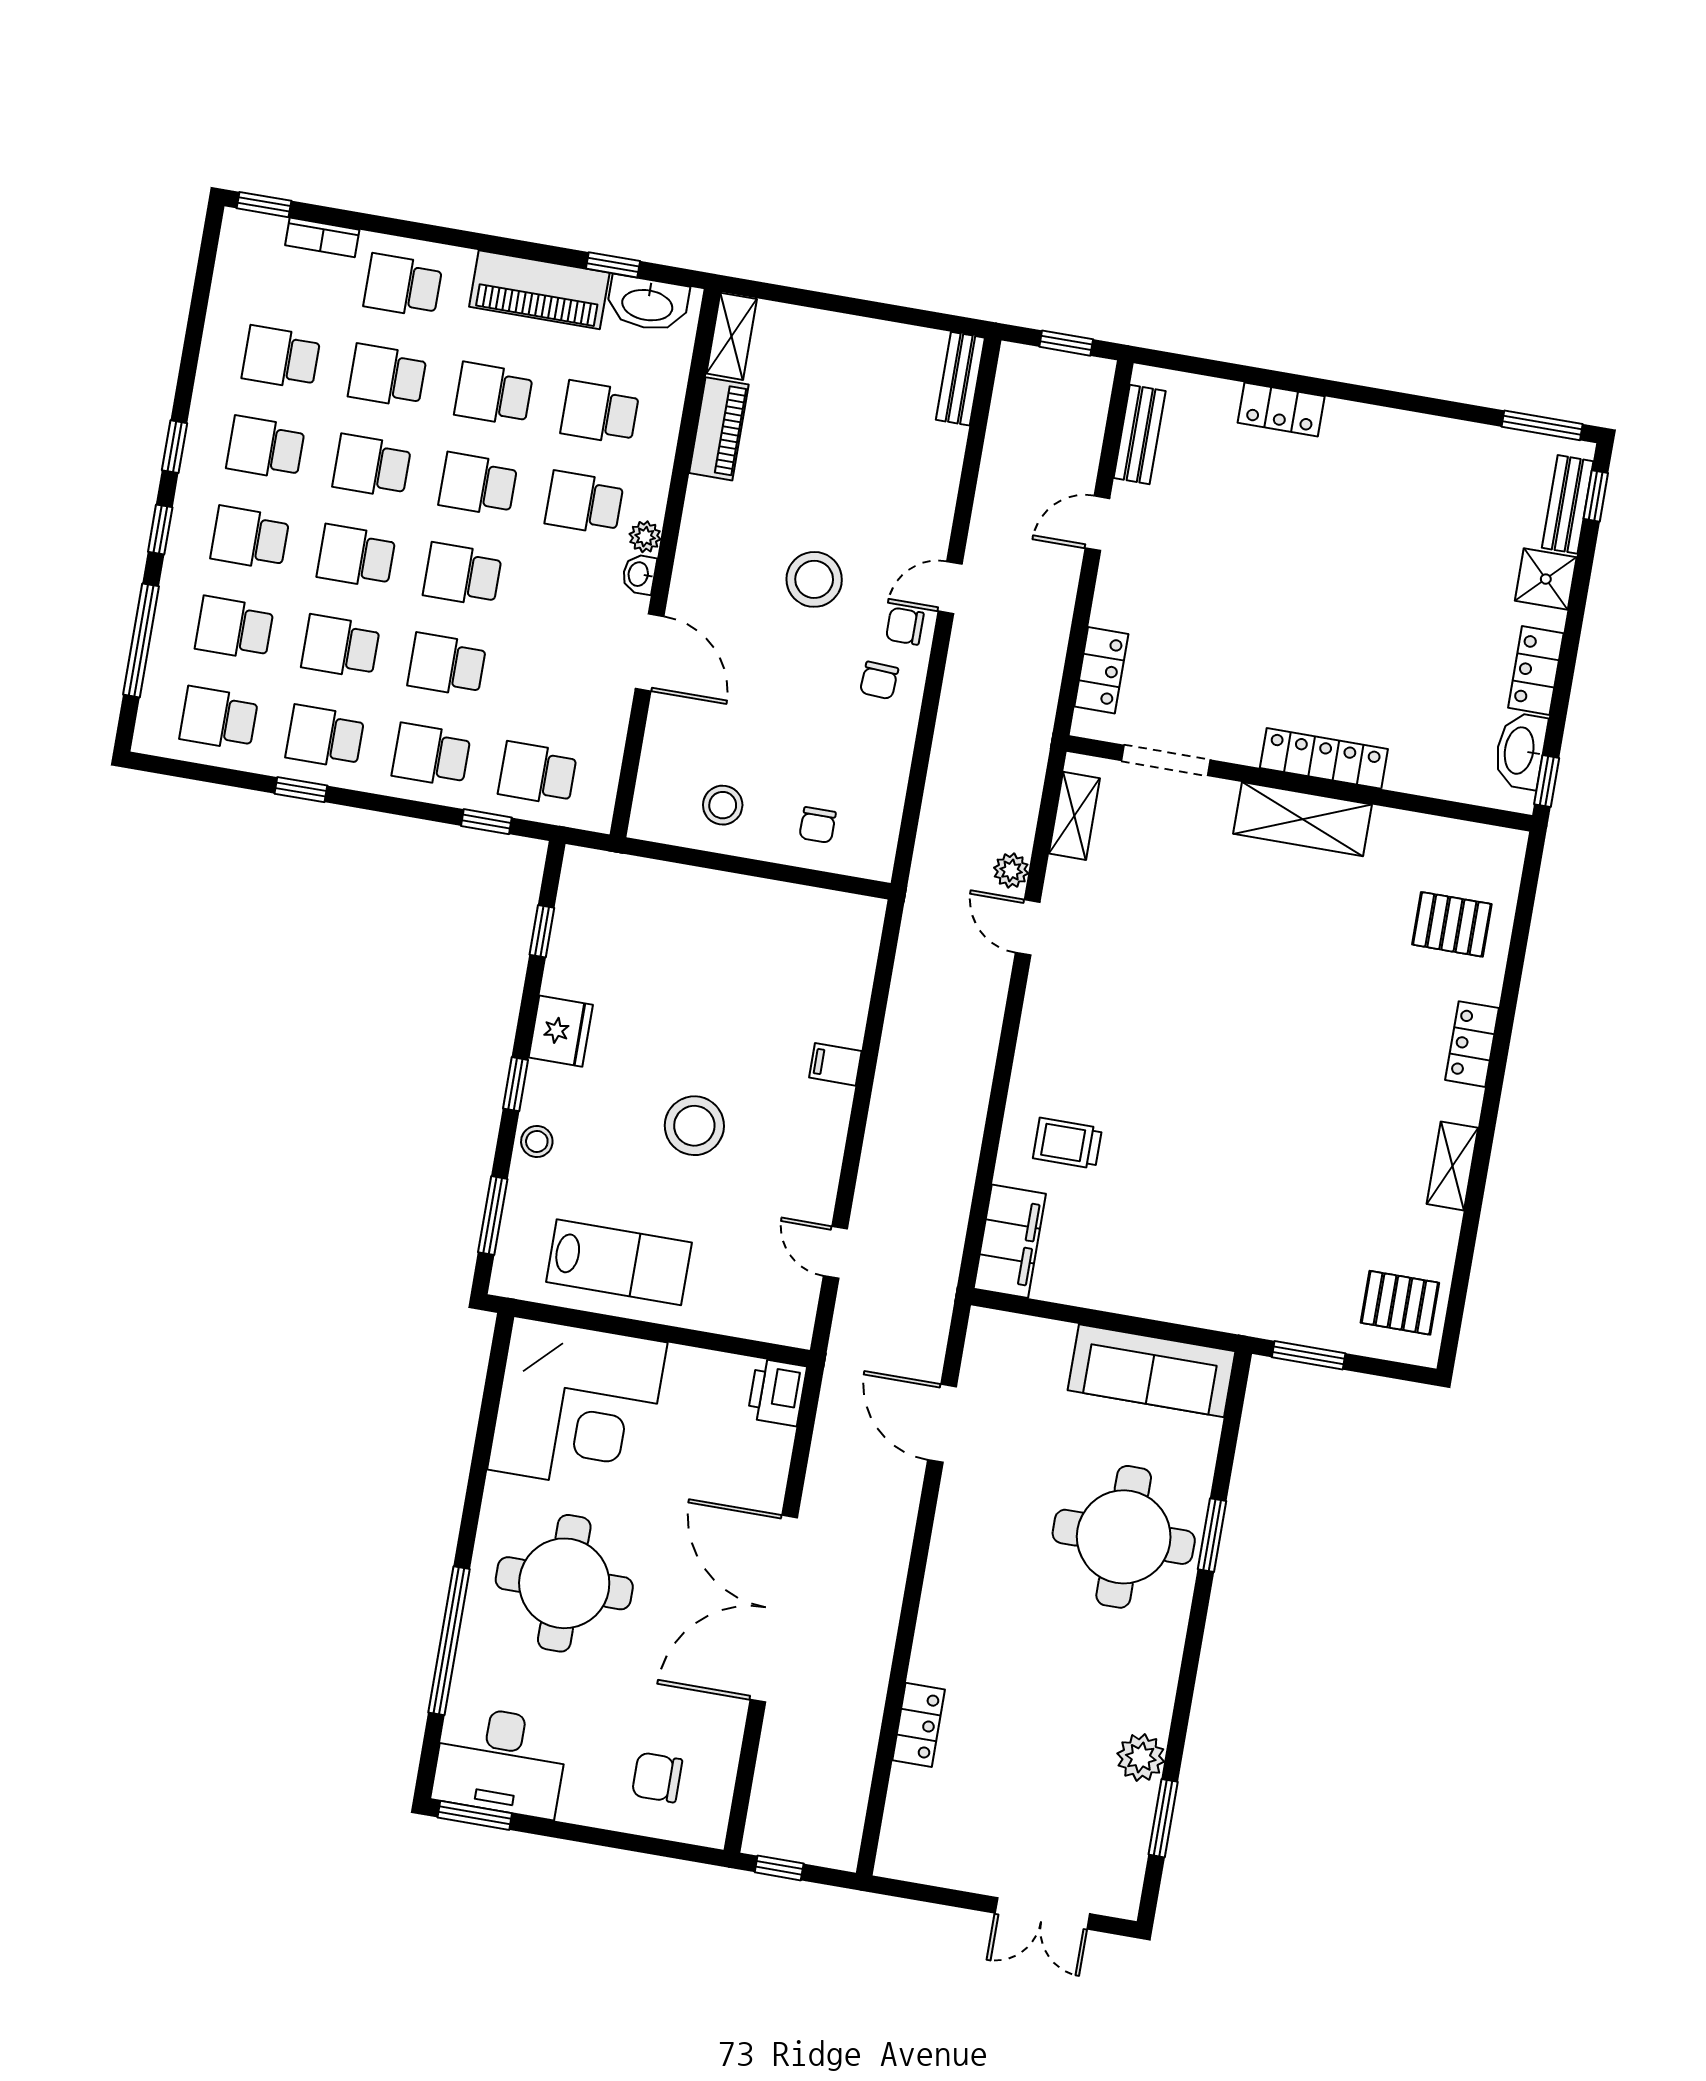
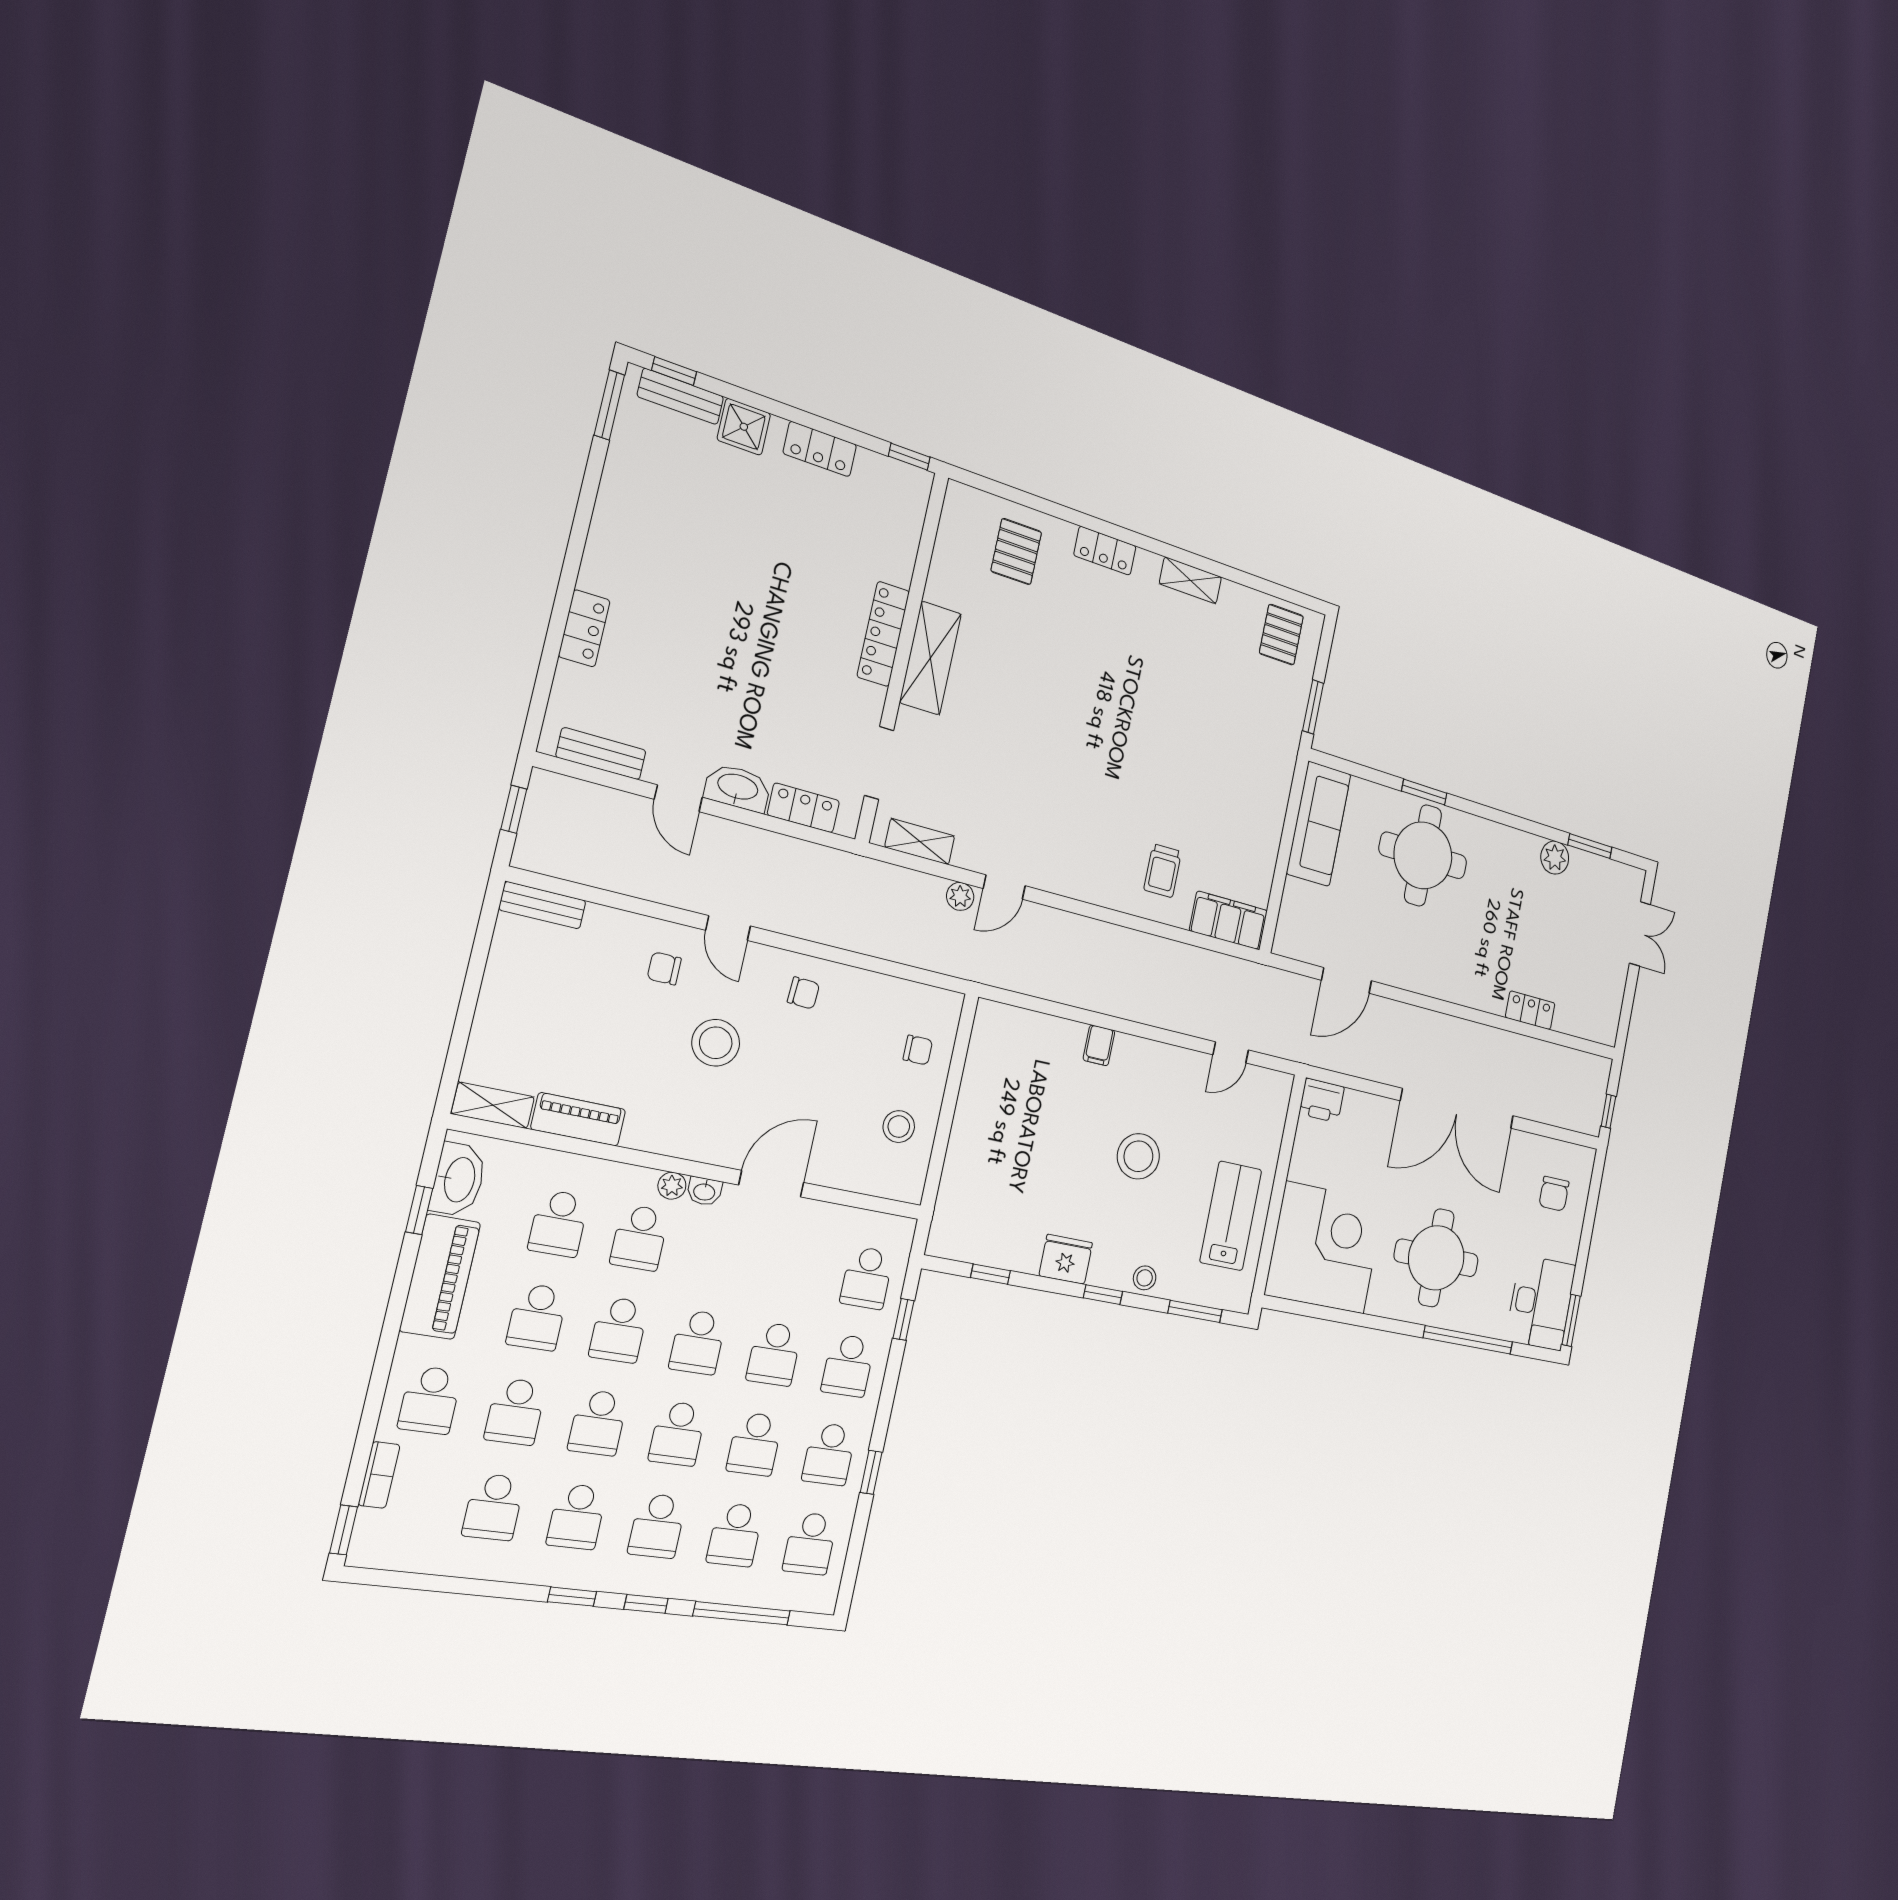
chair: (905, 626) -> (664, 968), moved, turned 90
washbasin: (1520, 751) -> (738, 788), moved, turned 180

